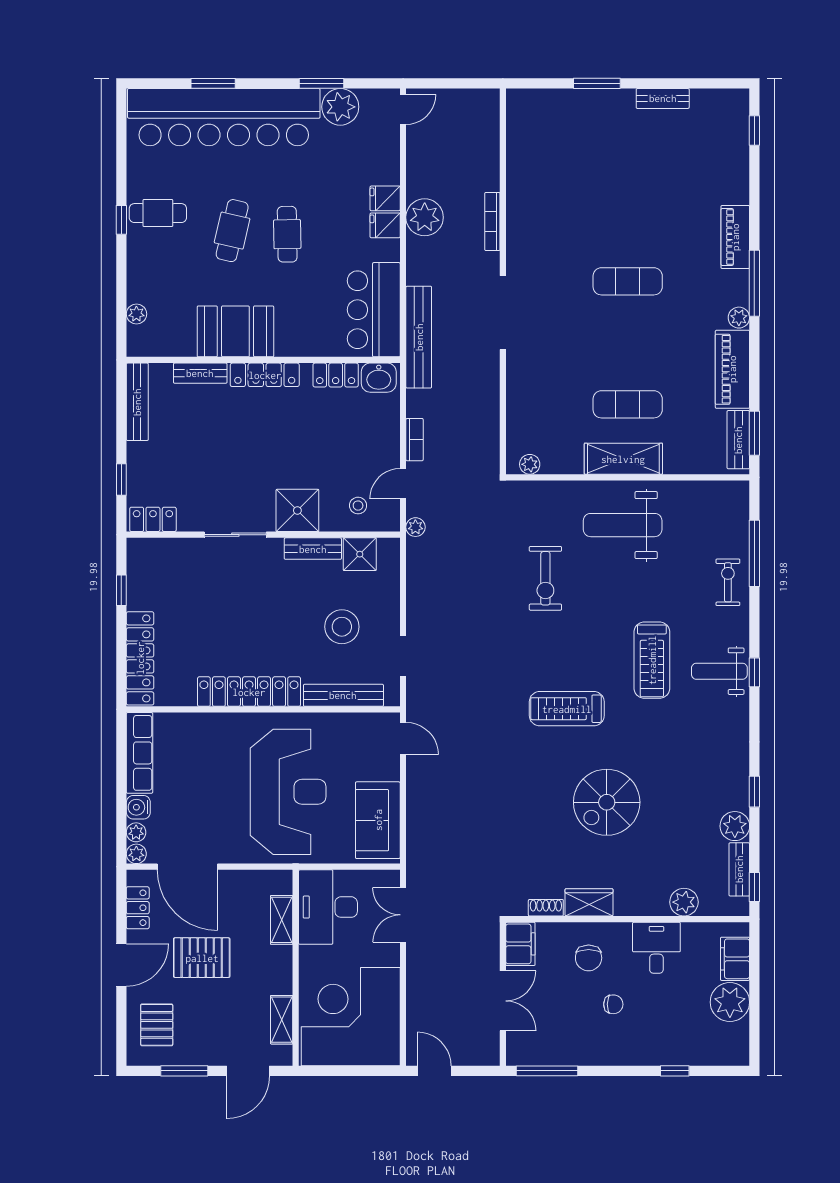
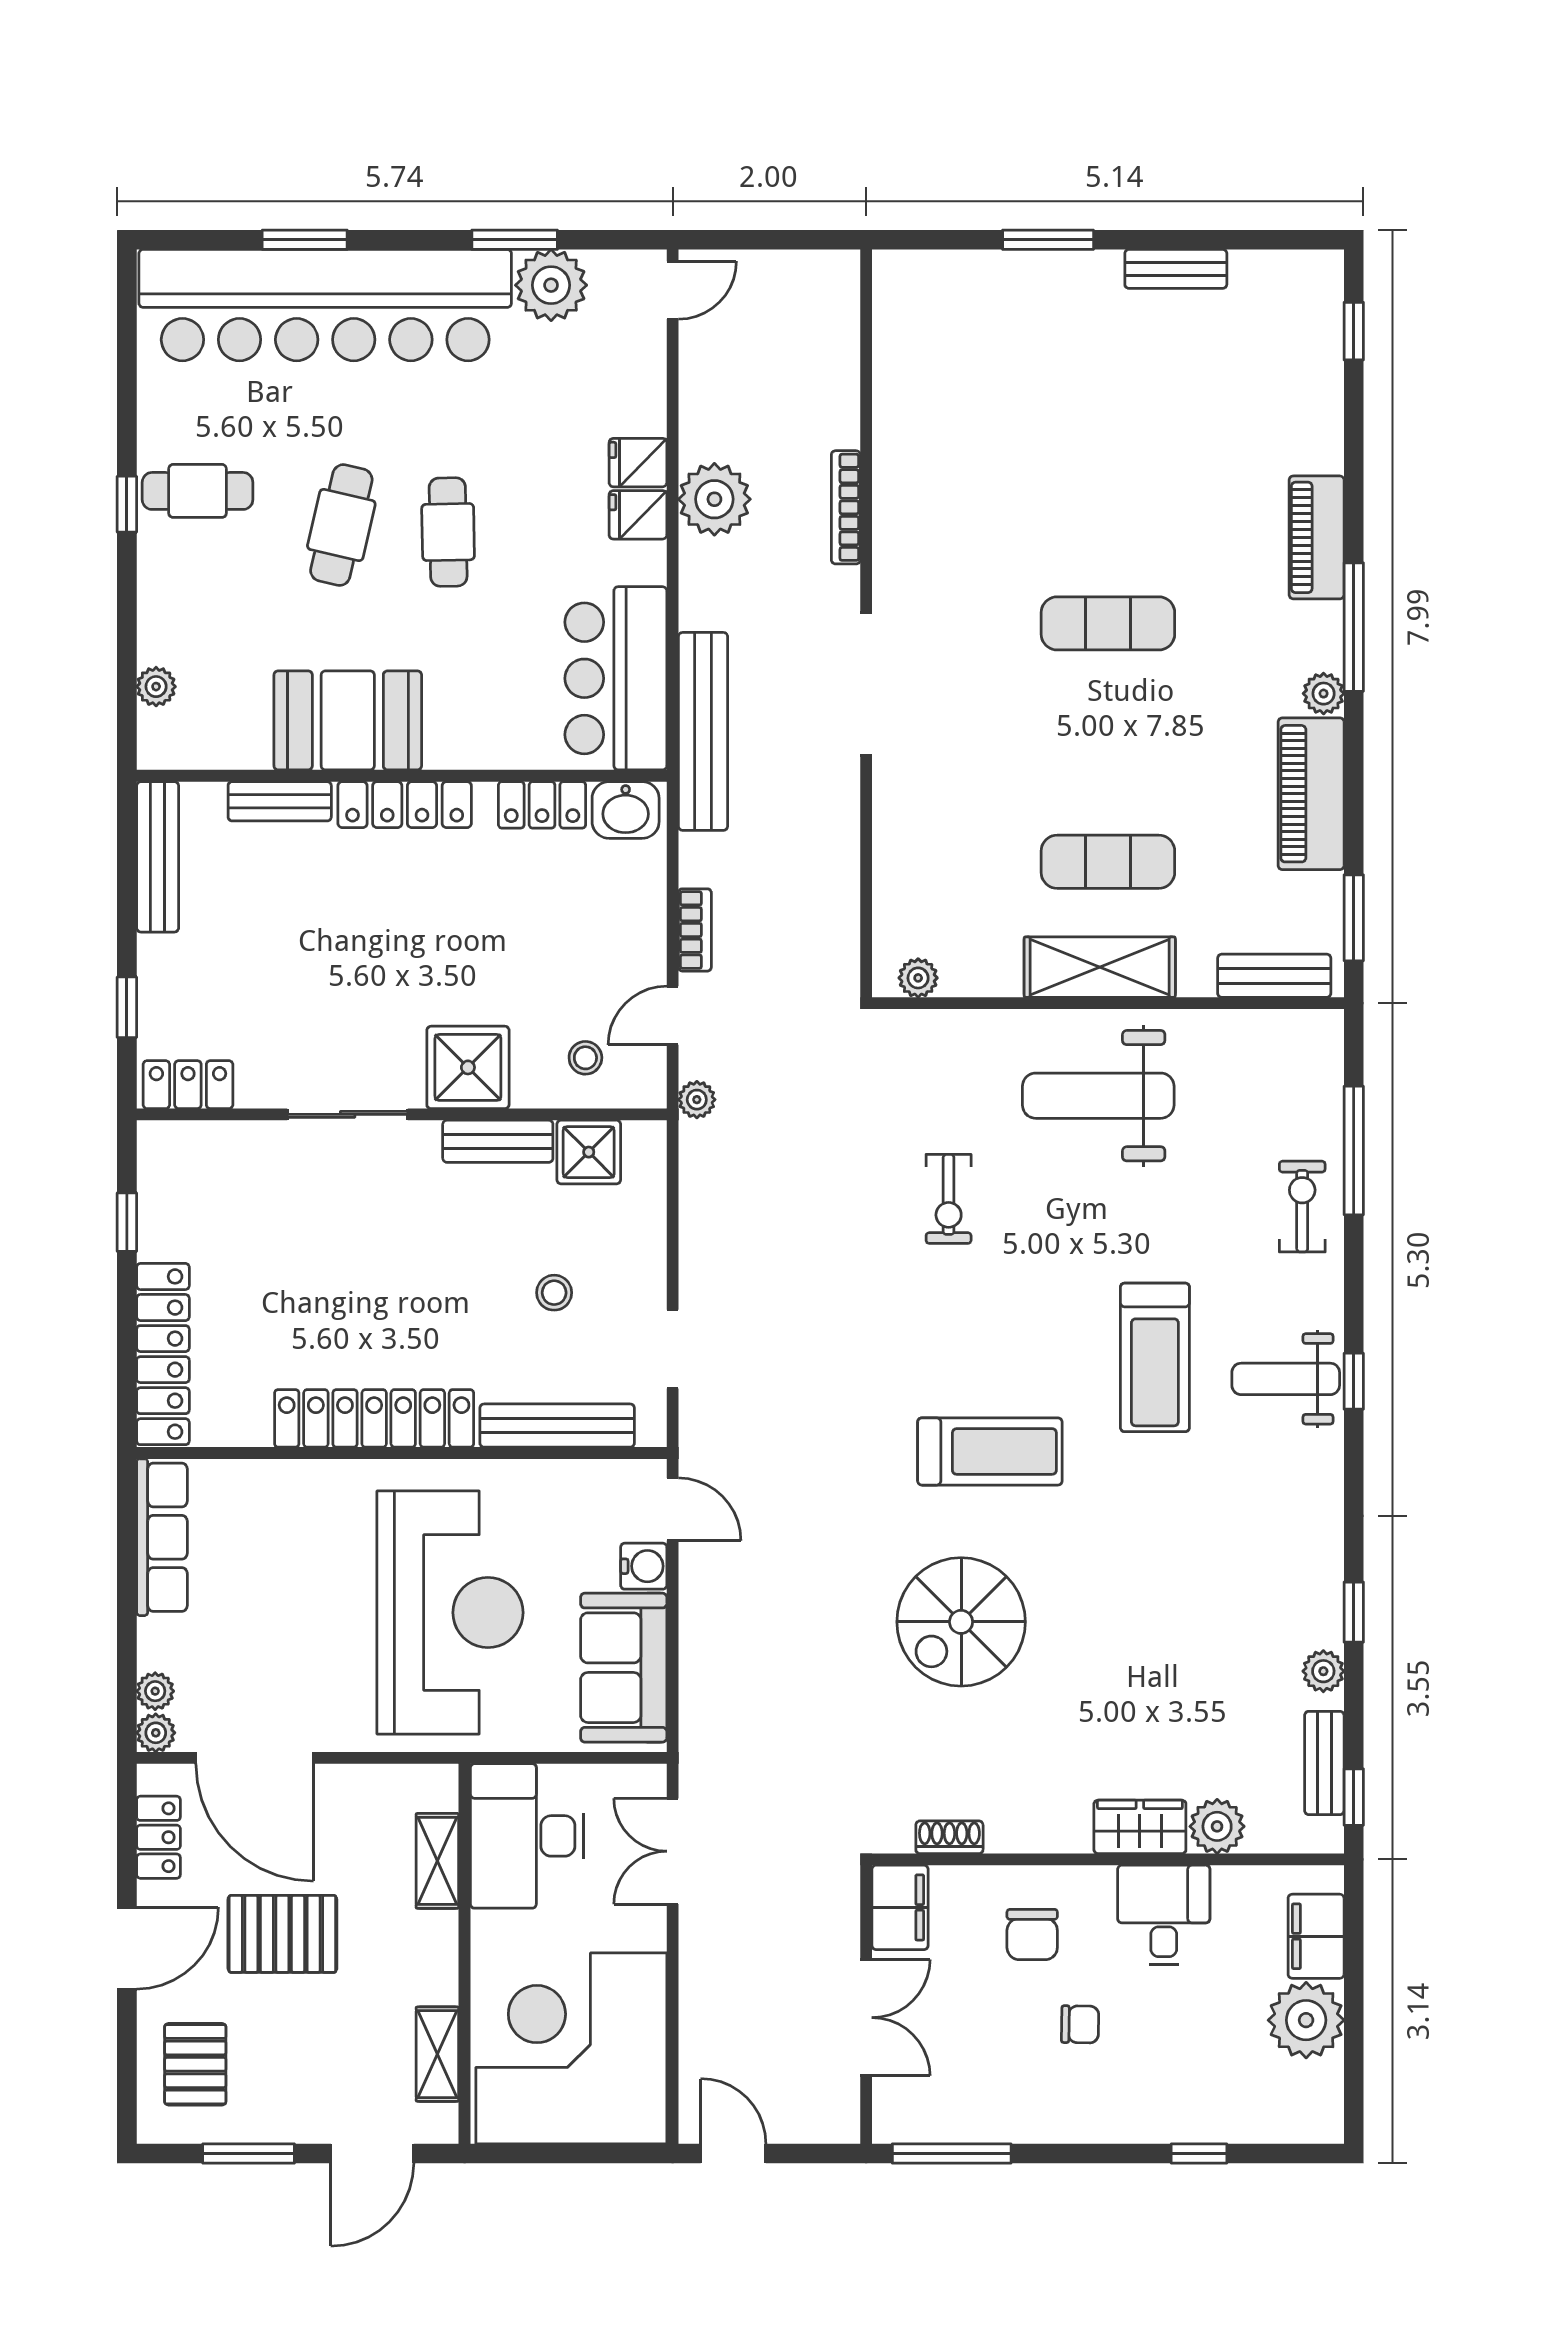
bench: (738, 440) -> (1274, 976), moved, turned 90
exercise bike: (545, 578) -> (949, 1199), width x0.73, depth x0.72
stool: (342, 627) -> (554, 1293), width x0.53, depth x0.53
treadmill: (567, 709) -> (990, 1451), turned 180
spiral stairs: (607, 802) -> (961, 1622), moved
water cooler: (138, 807) -> (644, 1566), moved, turned 180
plant: (735, 826) -> (1323, 1671), width x0.73, depth x0.73
wardrobe: (589, 902) -> (1140, 1827), moved

